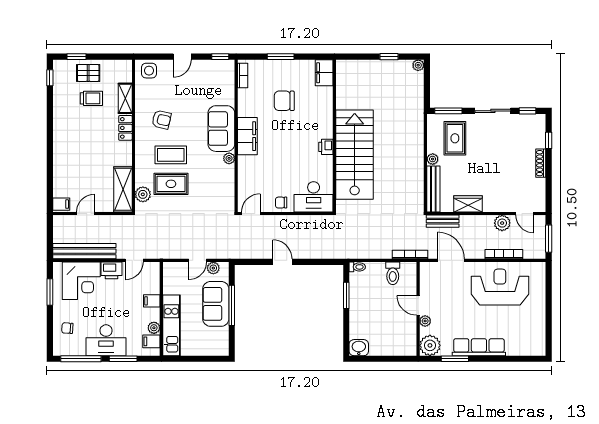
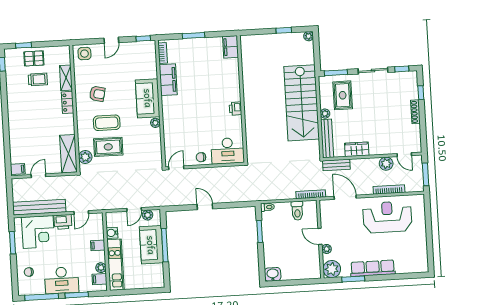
chair: (284, 101) -> (199, 72), removed
filing cabinet: (247, 136) -> (168, 80), moved
stairs: (355, 155) -> (302, 103), moved, turned 180
water cooler: (169, 287) -> (112, 233), added

